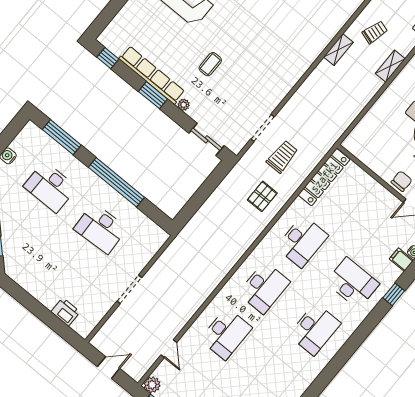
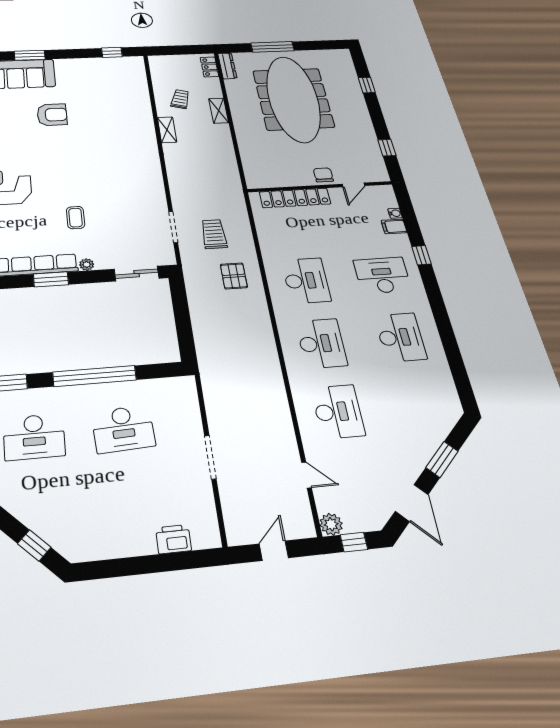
locker: (324, 177) -> (295, 198), moved, turned 90

